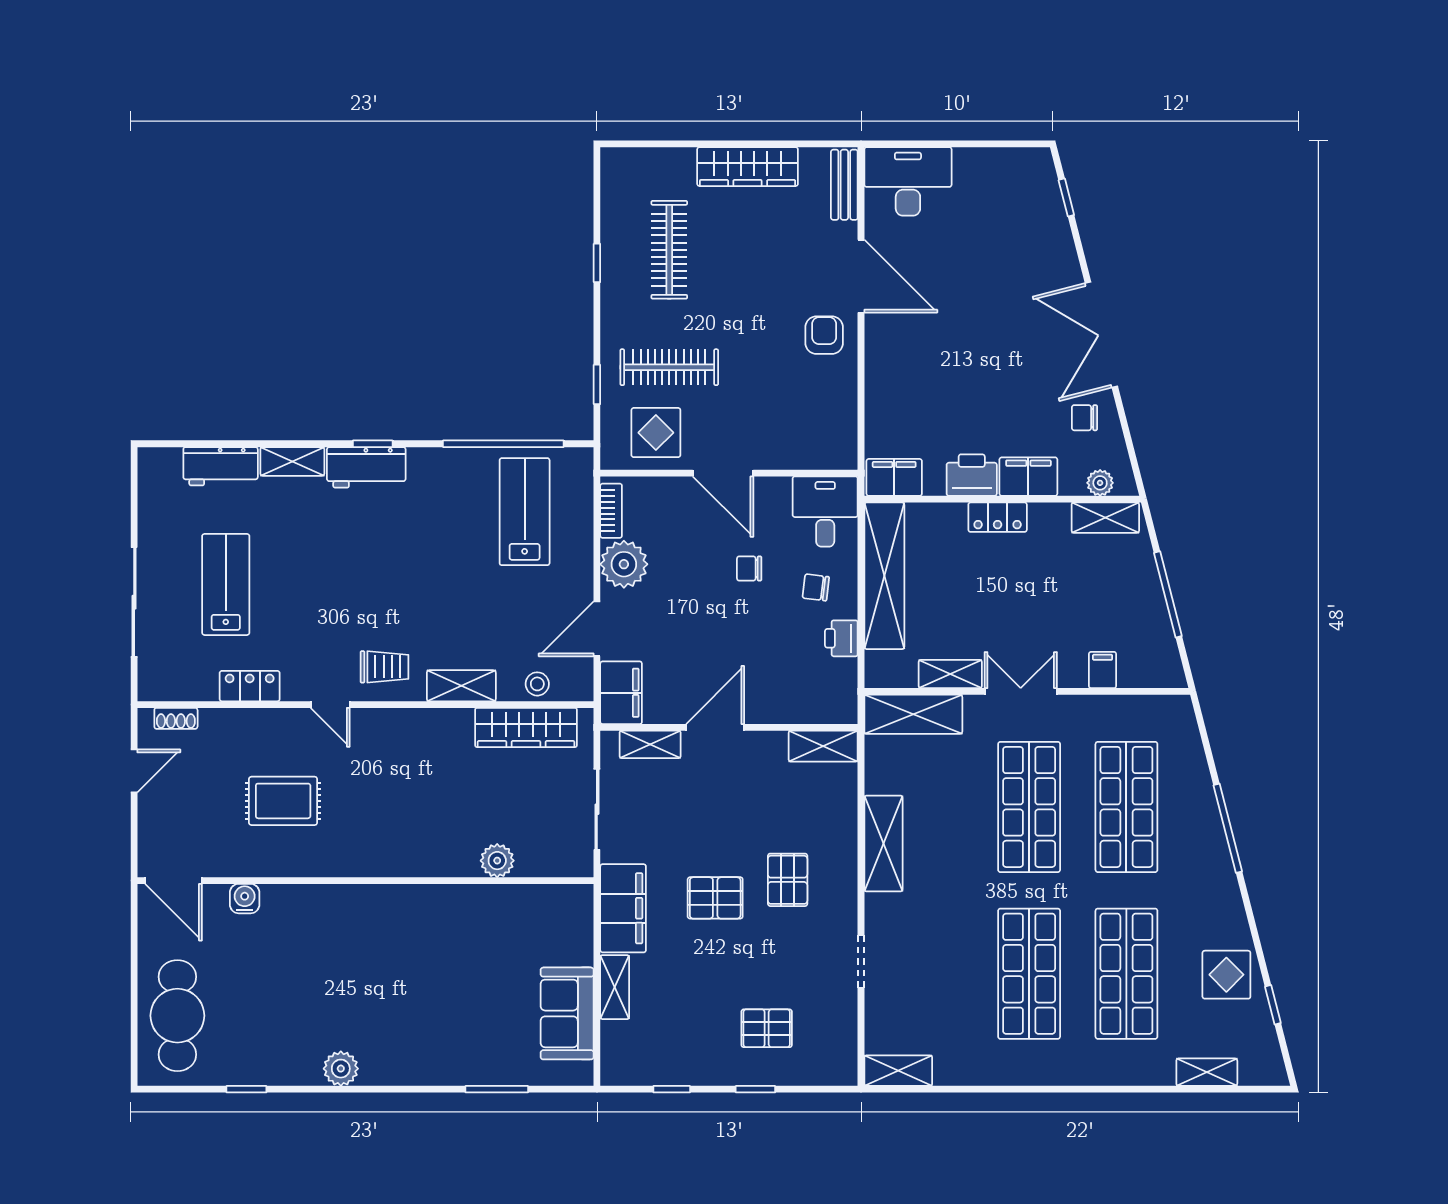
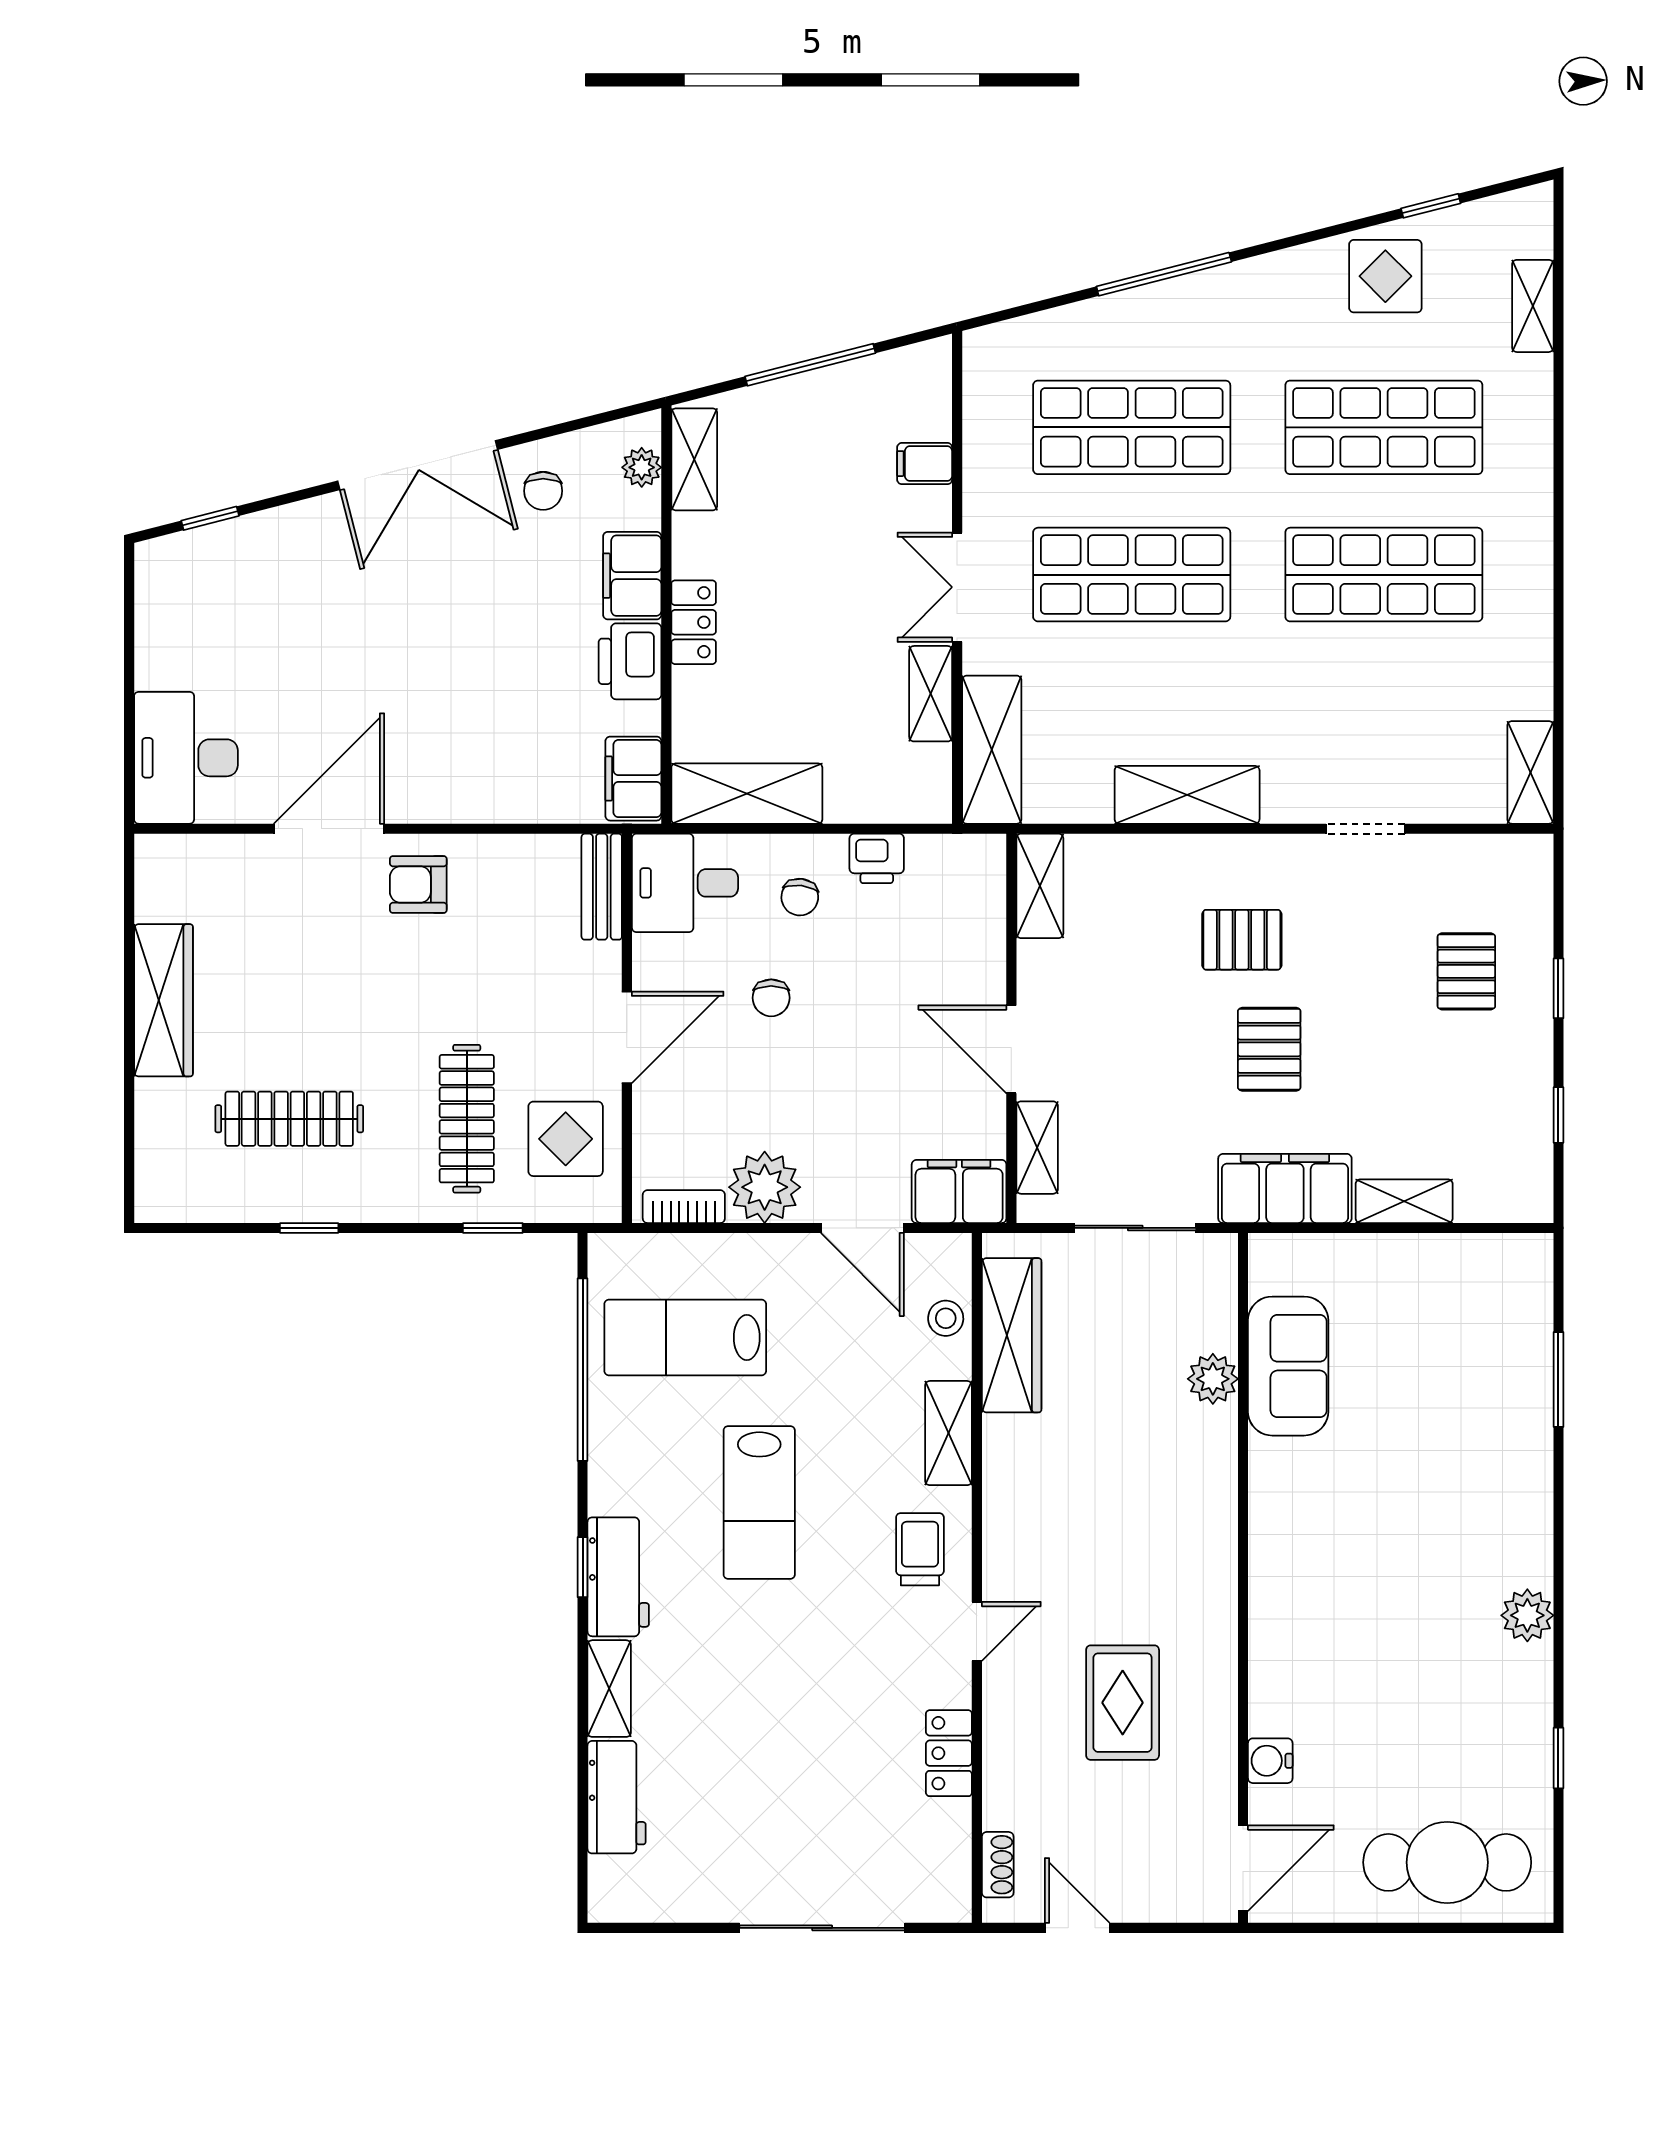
bench: (844, 185) -> (602, 887), moved, turned 90
shelving: (884, 576) -> (747, 794), width x0.68
lab bench: (226, 584) -> (759, 1502), moved, turned -90
sofa: (567, 1013) -> (1288, 1366), moved, turned -90

